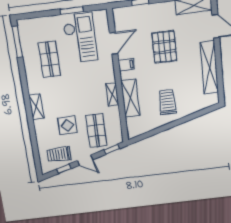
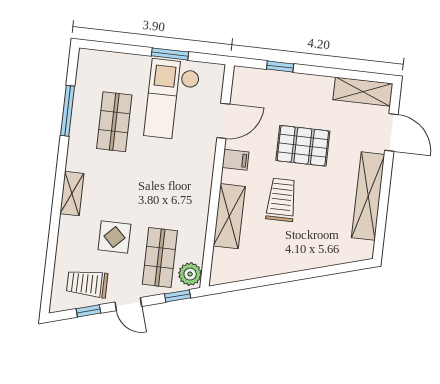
checkout: (80, 38) -> (172, 100), turned 180
window: (17, 42) -> (68, 111), moved
pallet: (164, 47) -> (303, 146), turned 90
shelving: (112, 94) -> (201, 203), removed
trolley: (167, 102) -> (281, 200), moved
plant: (116, 136) -> (190, 274), added

